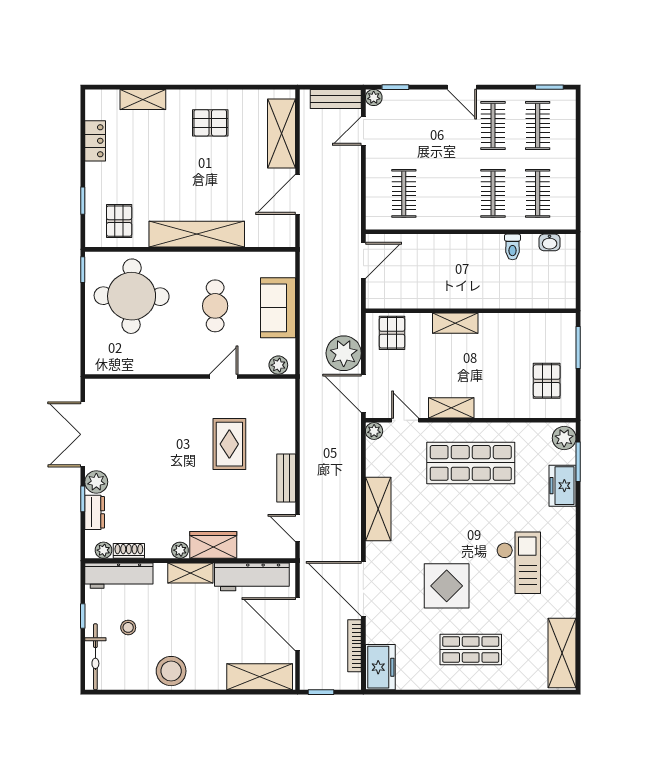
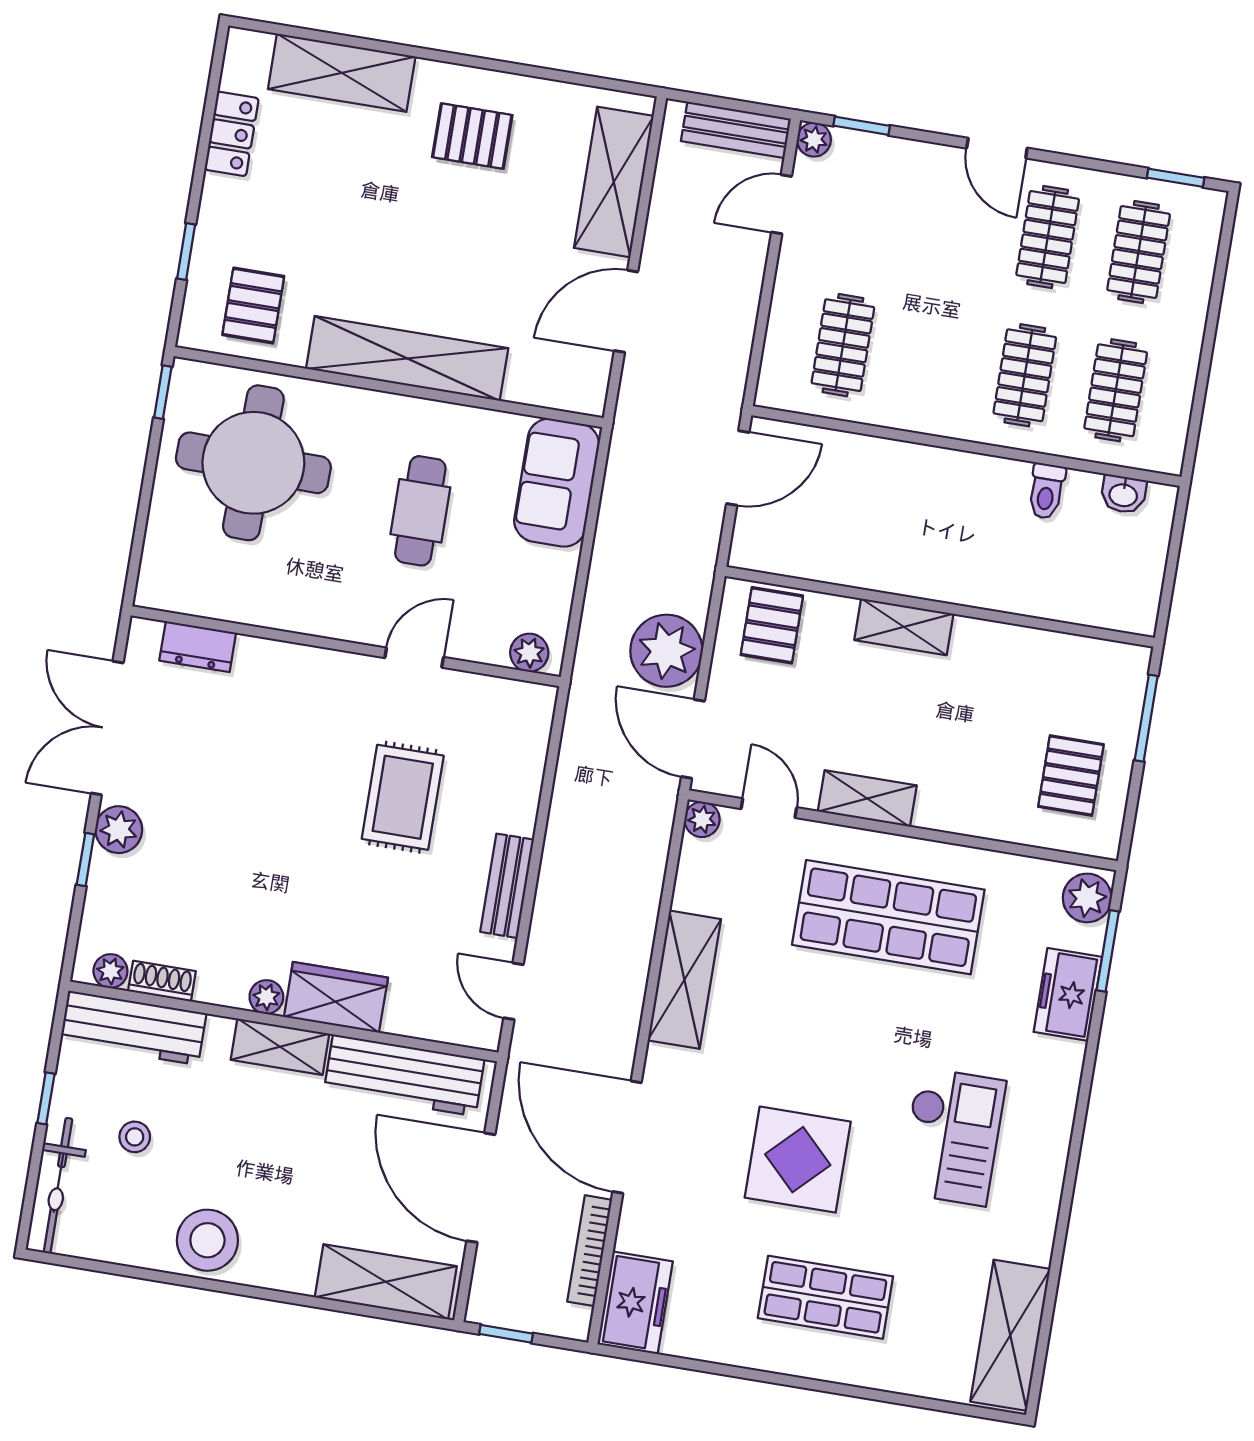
shelving: (143, 100) -> (342, 73), width x1.50, depth x1.33
sofa: (278, 308) -> (557, 483), moved
dresser: (95, 512) -> (198, 647), moved, turned 90

